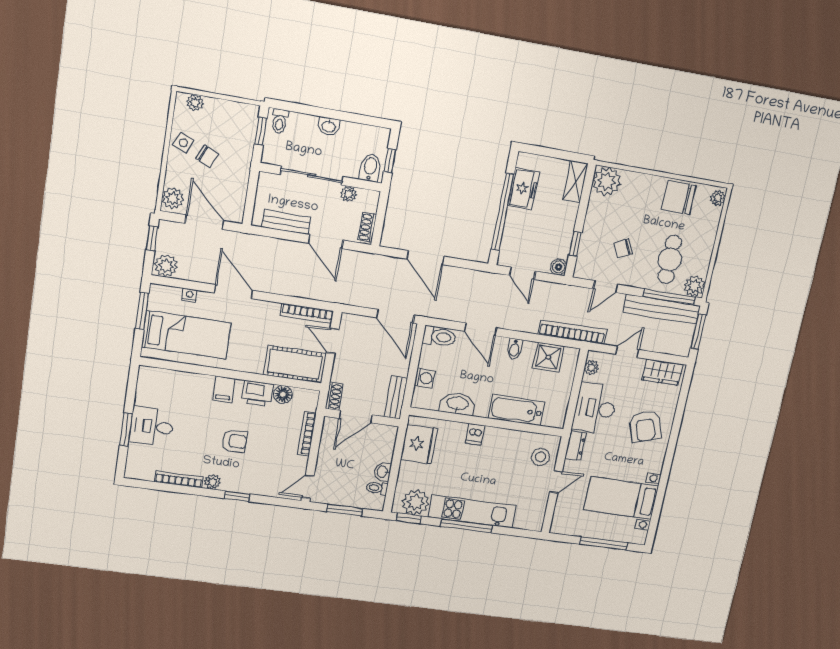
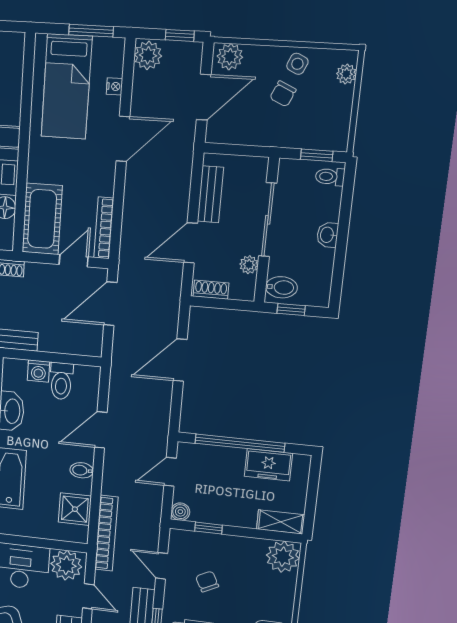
door: (395, 316) -> (110, 304), moved
toilet: (439, 337) -> (61, 381), moved
plant: (591, 368) -> (66, 565), width x1.87, depth x1.87

